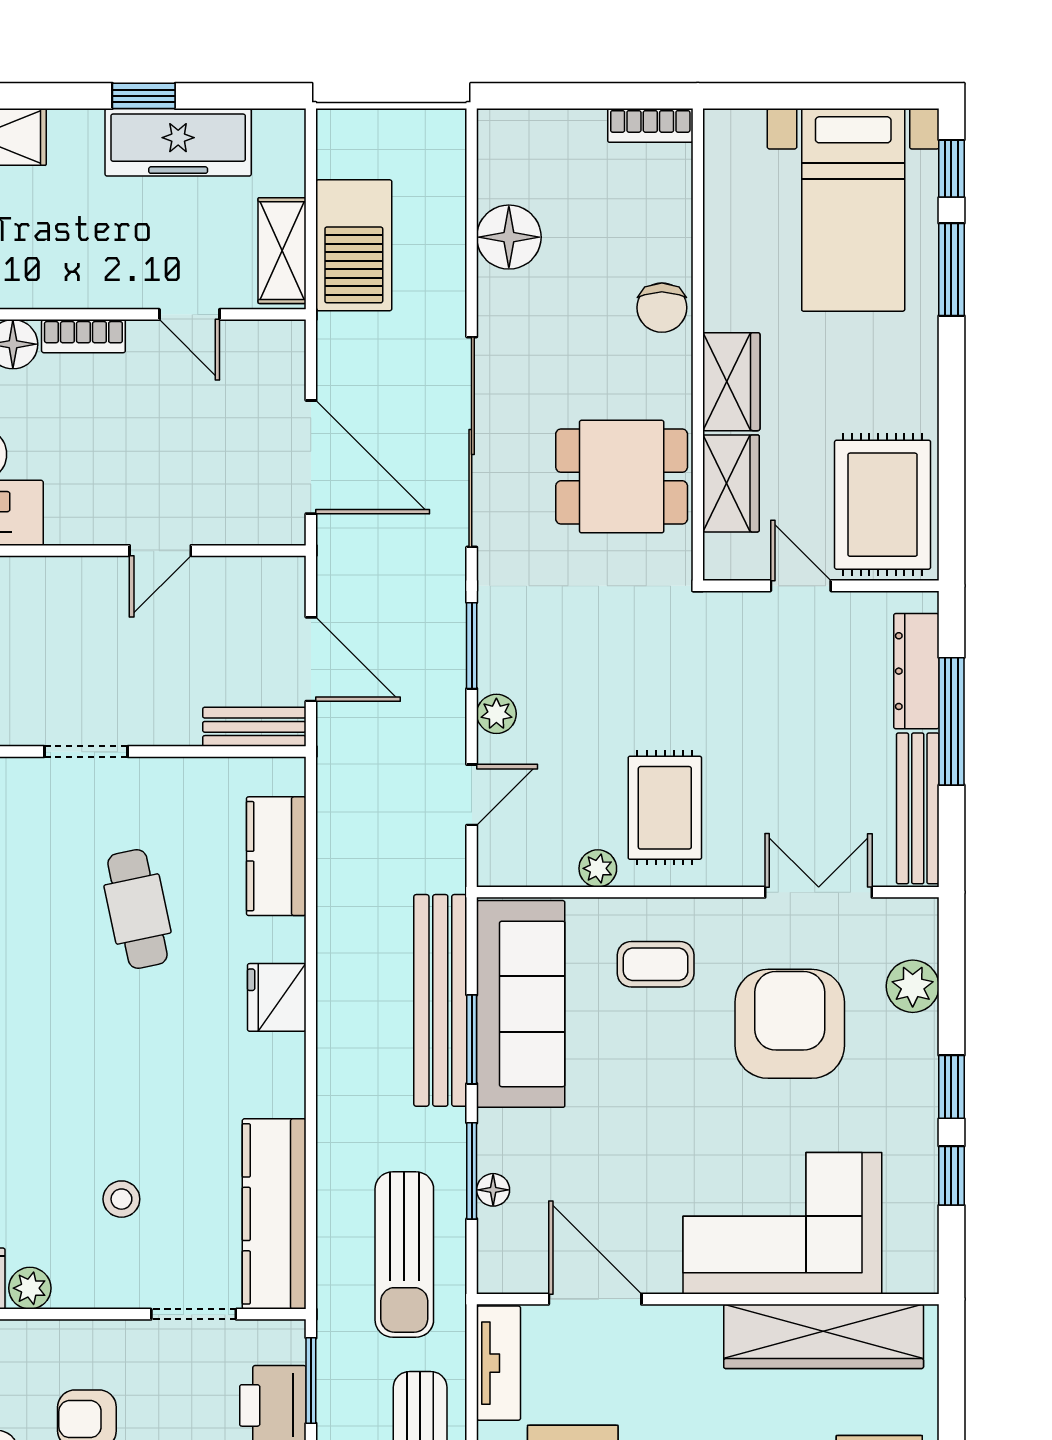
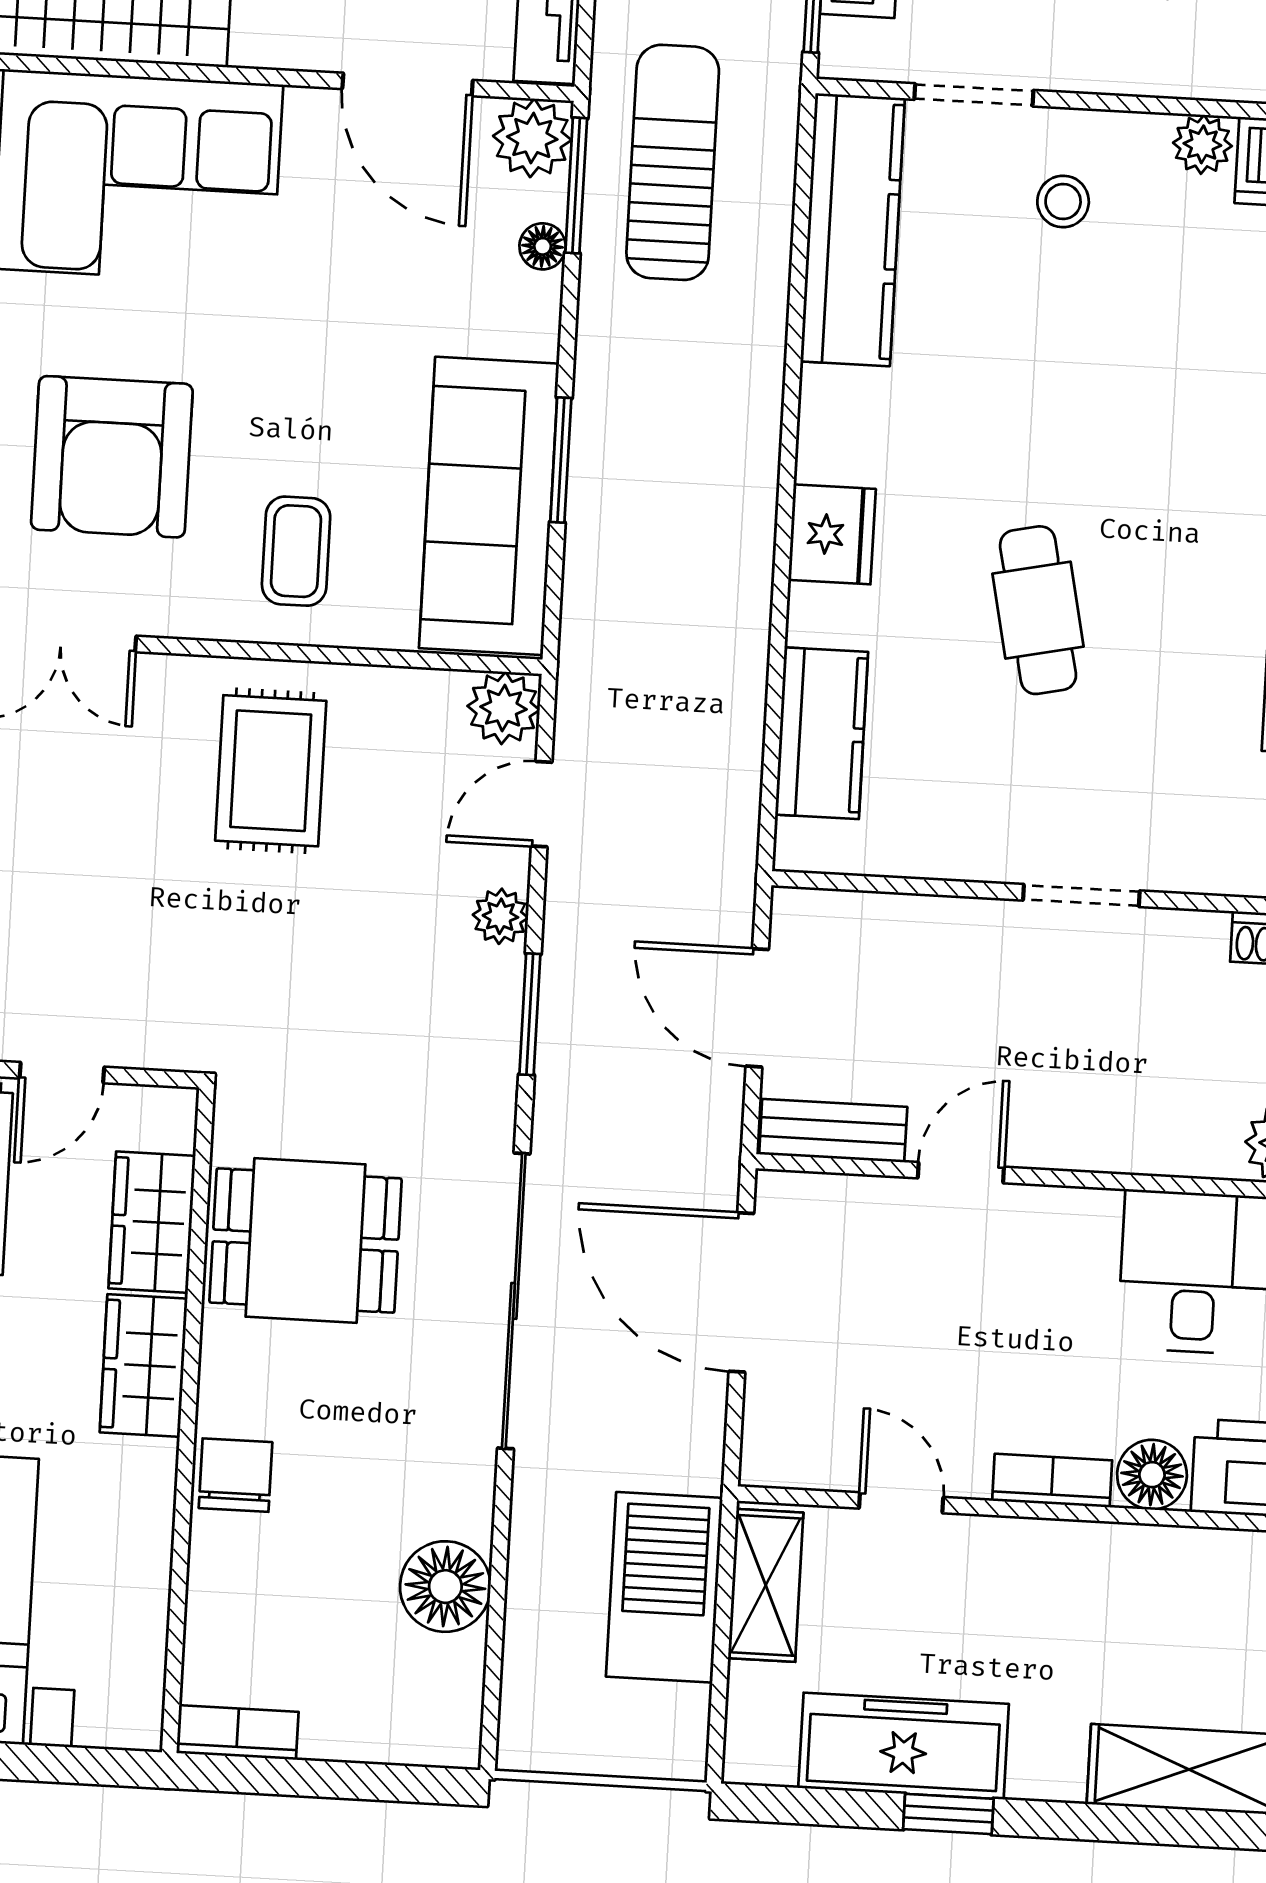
door: (801, 586) -> (62, 1073), hinge flipped
bench: (254, 727) -> (833, 1131), moved
plant: (598, 868) -> (504, 708), moved, width x1.38, depth x1.38
cafe table: (138, 909) -> (1038, 610), moved
coffee table: (656, 964) -> (296, 551), turned 90
bench: (440, 1000) -> (602, 517), removed
window: (472, 1171) -> (576, 185), moved
stool: (121, 1199) -> (1063, 201), moved
plant: (505, 1266) -> (532, 138), added

